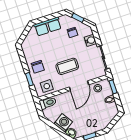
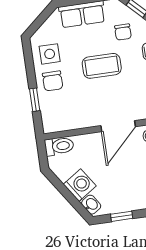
coffee table: (67, 66) -> (102, 66), moved
side table: (47, 86) -> (50, 54), moved

